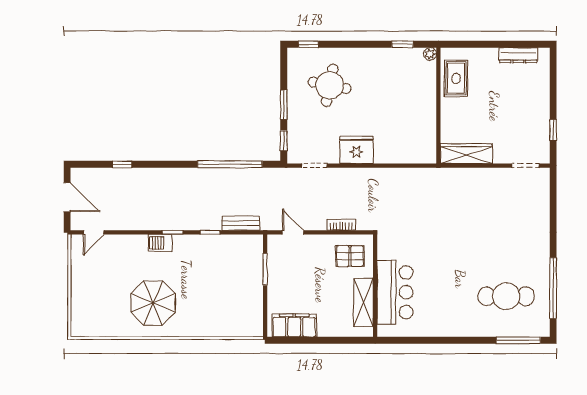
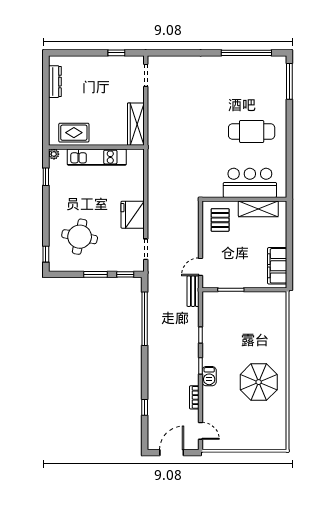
kitchen unit: (426, 106) -> (97, 157), added
bench: (241, 223) -> (193, 291), moved
bookcase: (341, 225) -> (194, 397), moved
cafe table: (506, 296) -> (252, 131), moved, turned 90

